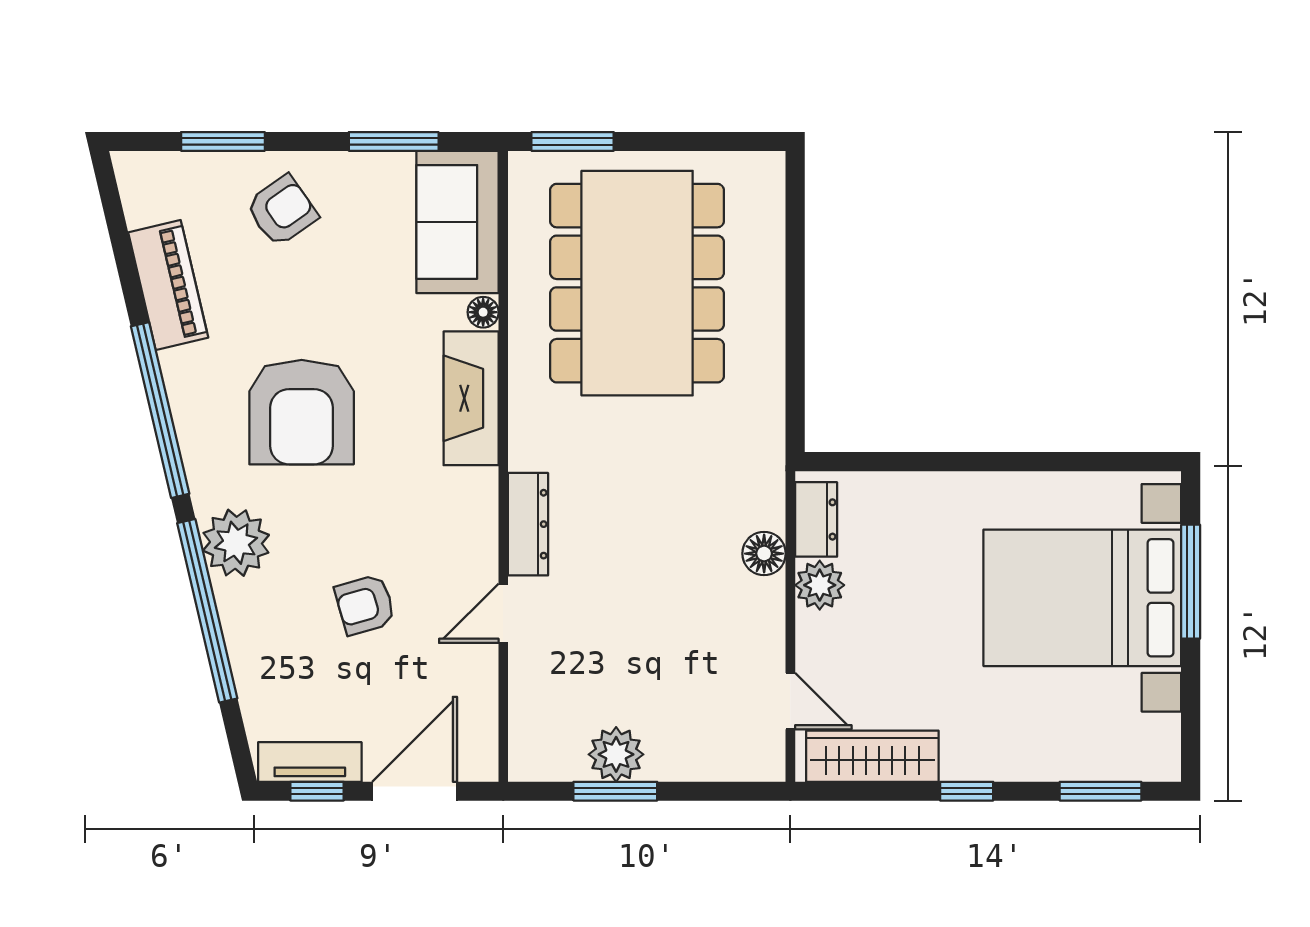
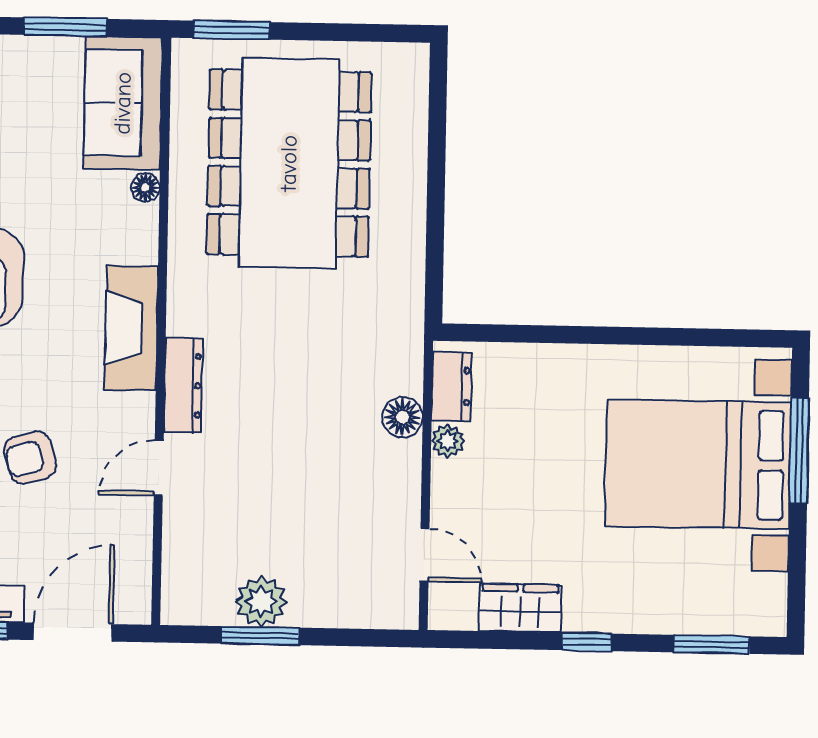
fireplace: (471, 398) -> (131, 328), moved
plant: (820, 585) -> (448, 441), width x0.73, depth x0.73
wardrobe: (872, 756) -> (520, 608), width x0.67

